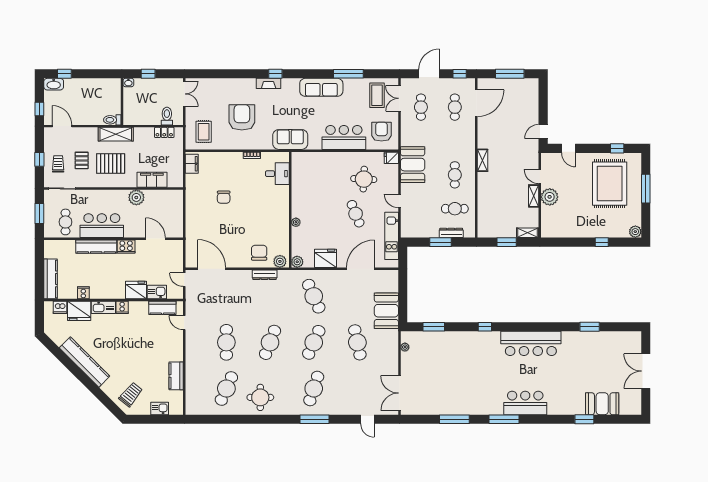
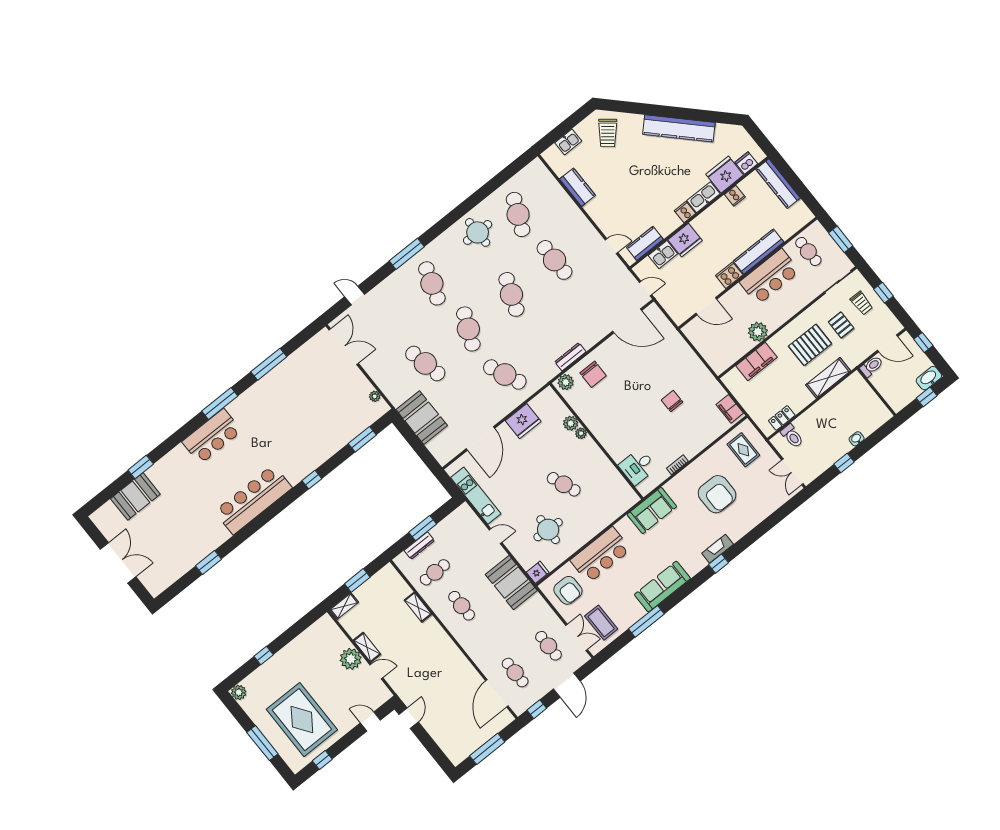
wall: (122, 102) -> (876, 392), moved
toilet: (112, 120) -> (872, 366), moved
shelving: (483, 160) -> (418, 607), moved
cafe table: (356, 214) -> (564, 484), moved
plant: (297, 262) -> (571, 423), moved

